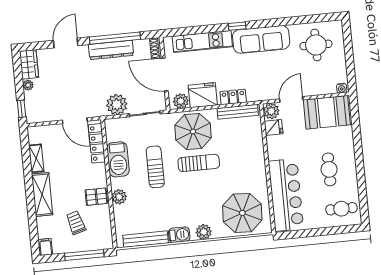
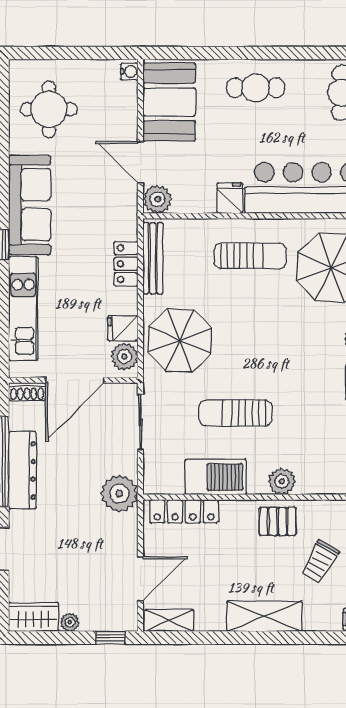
fridge: (203, 95) -> (123, 328), width x0.53, depth x0.75
plant: (117, 105) -> (119, 494), moved
door: (75, 121) -> (140, 579), moved
fridge: (274, 127) -> (230, 198), moved
shelving: (36, 158) -> (169, 620), moved
sun lounger: (199, 163) -> (250, 256), moved, turned 90
cafe table: (329, 169) -> (256, 88), moved
pallet: (96, 197) -> (278, 521), turned 90
trolley: (76, 223) -> (320, 562), turned -44

